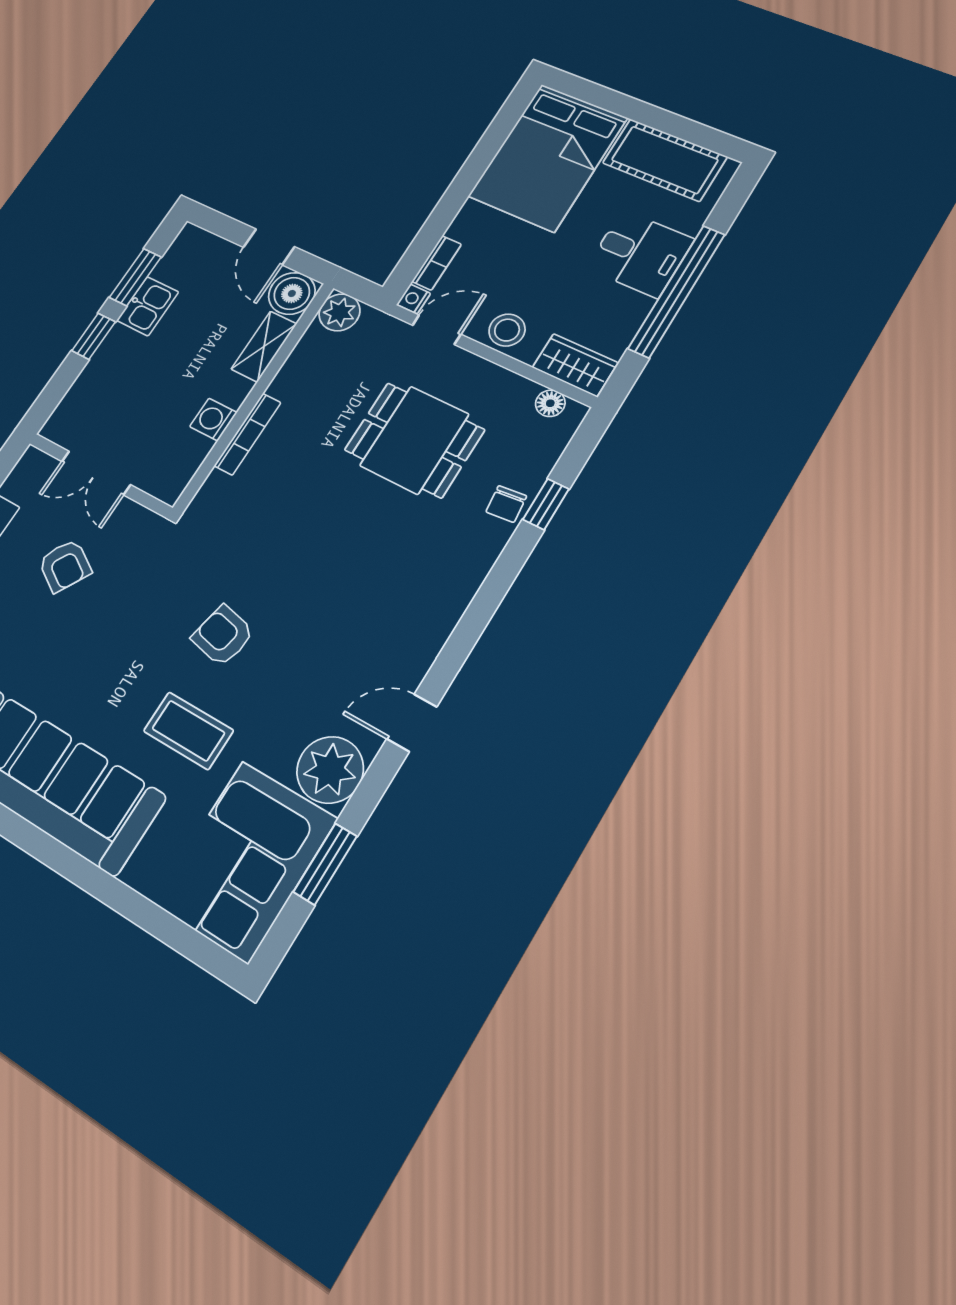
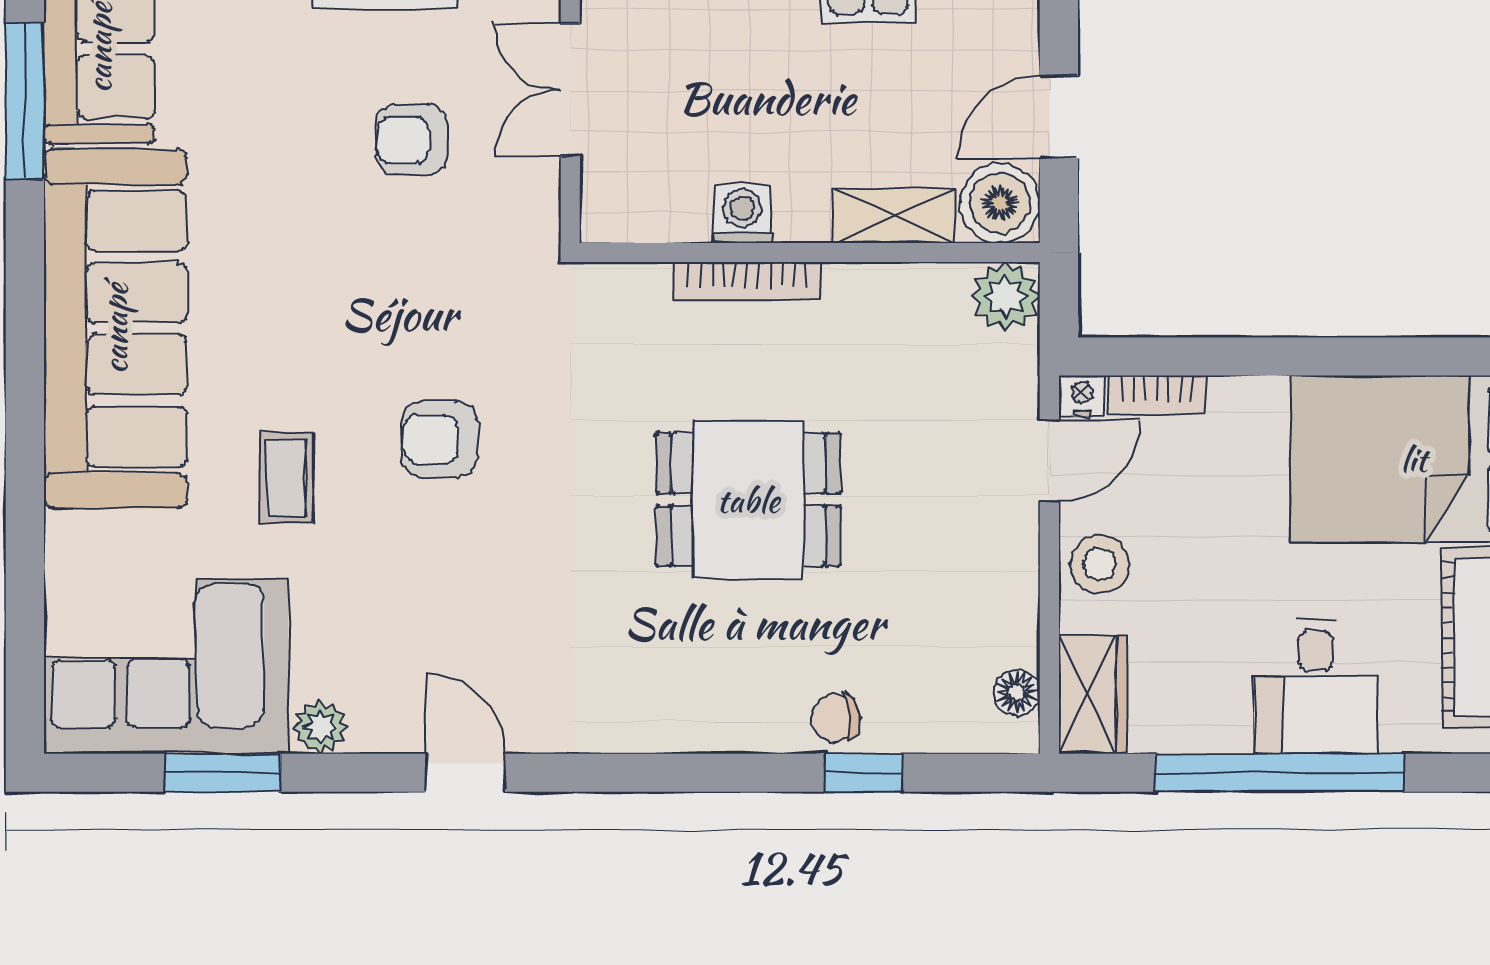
door: (437, 330) -> (1049, 460), hinge flipped
dining table: (414, 440) -> (748, 500), moved, turned 90
armchair: (65, 566) -> (412, 140), turned 59
armchair: (223, 636) -> (440, 439), turned -102
coffee table: (188, 731) -> (286, 478), width x0.73, depth x0.77
plant: (330, 770) -> (320, 727), width x0.53, depth x0.53

